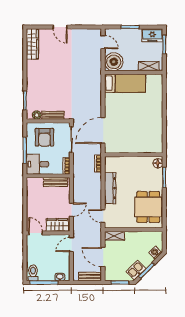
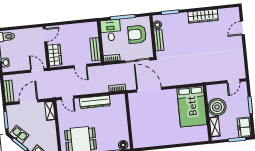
door: (60, 27) -> (242, 28), moved
wardrobe: (32, 44) -> (203, 16), moved
boiler: (114, 62) -> (217, 107), moved
bed: (125, 83) -> (192, 106), width x1.50
door: (71, 210) -> (80, 66), moved
door: (103, 216) -> (68, 98), swing flipped

